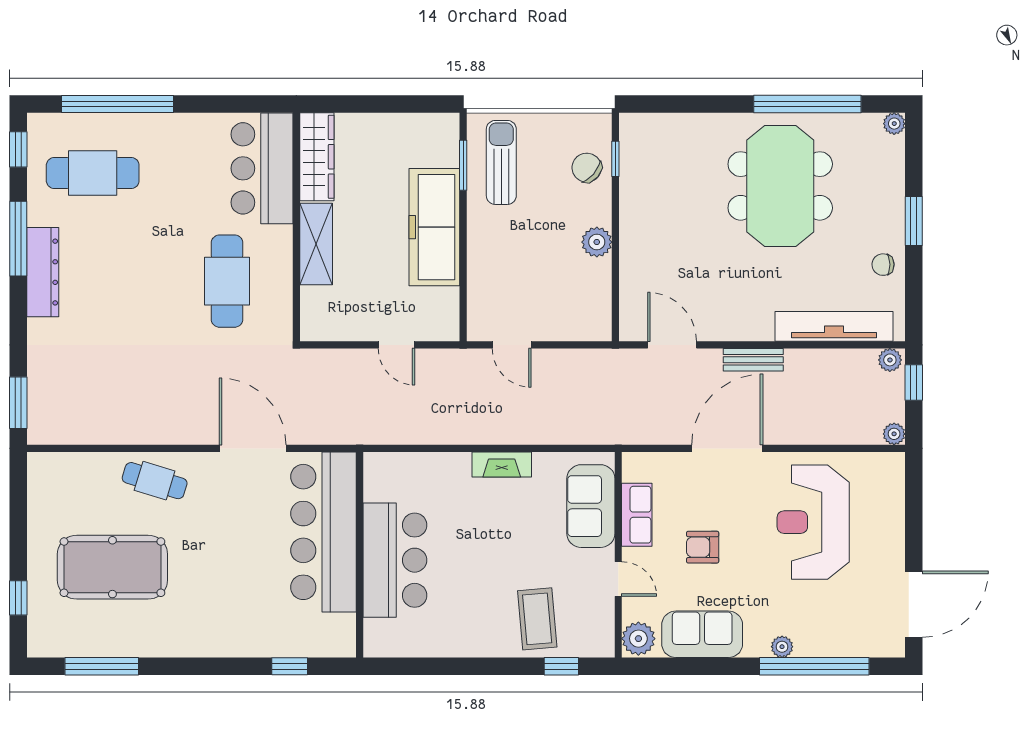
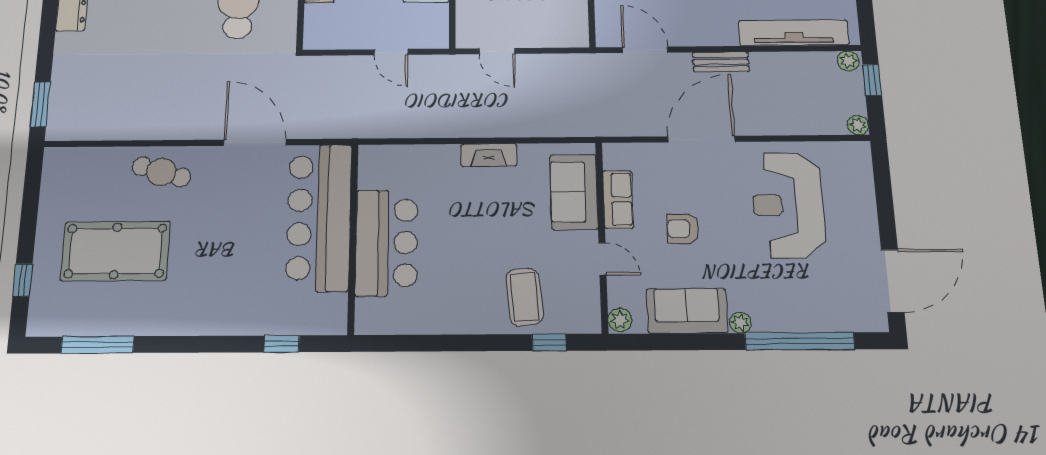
plant: (638, 639) -> (620, 320), width x0.73, depth x0.73
plant: (782, 647) -> (740, 322), moved

